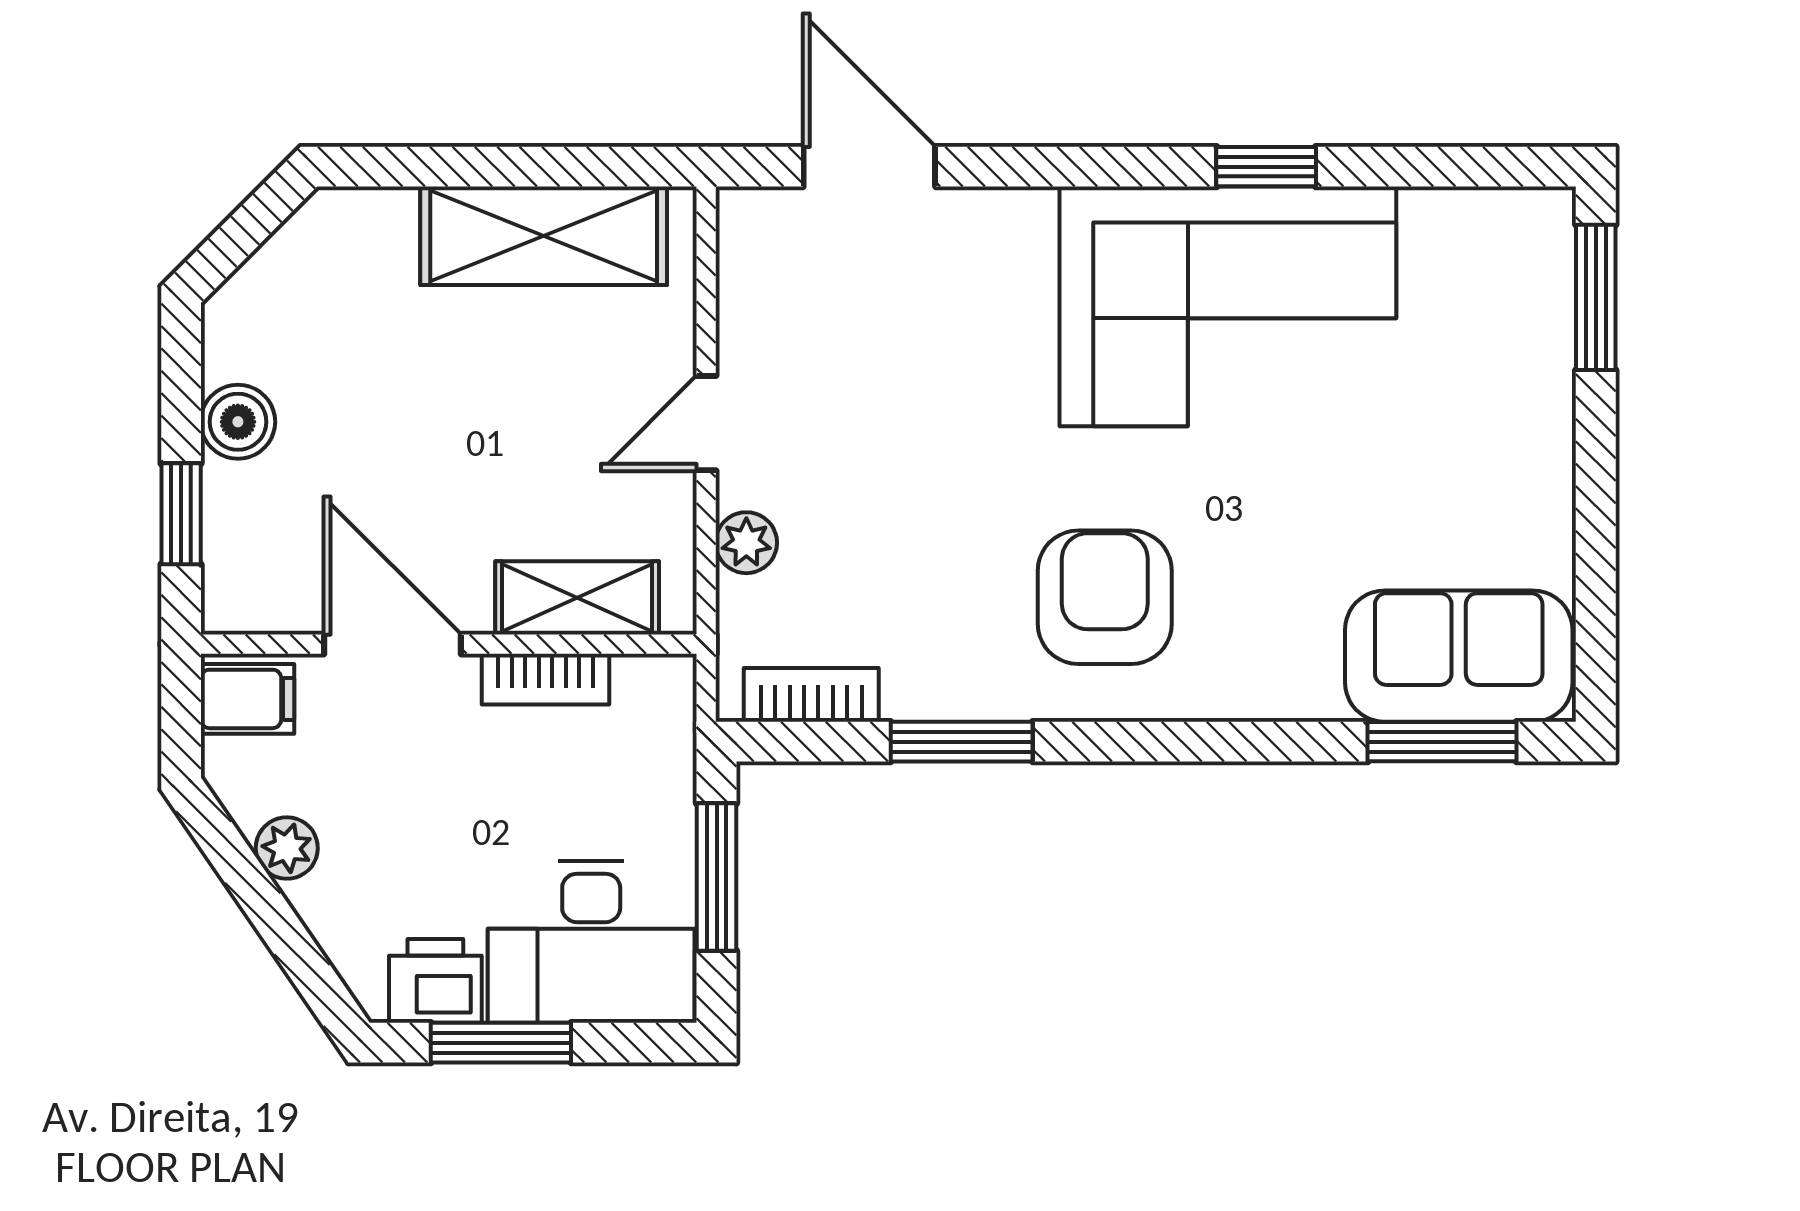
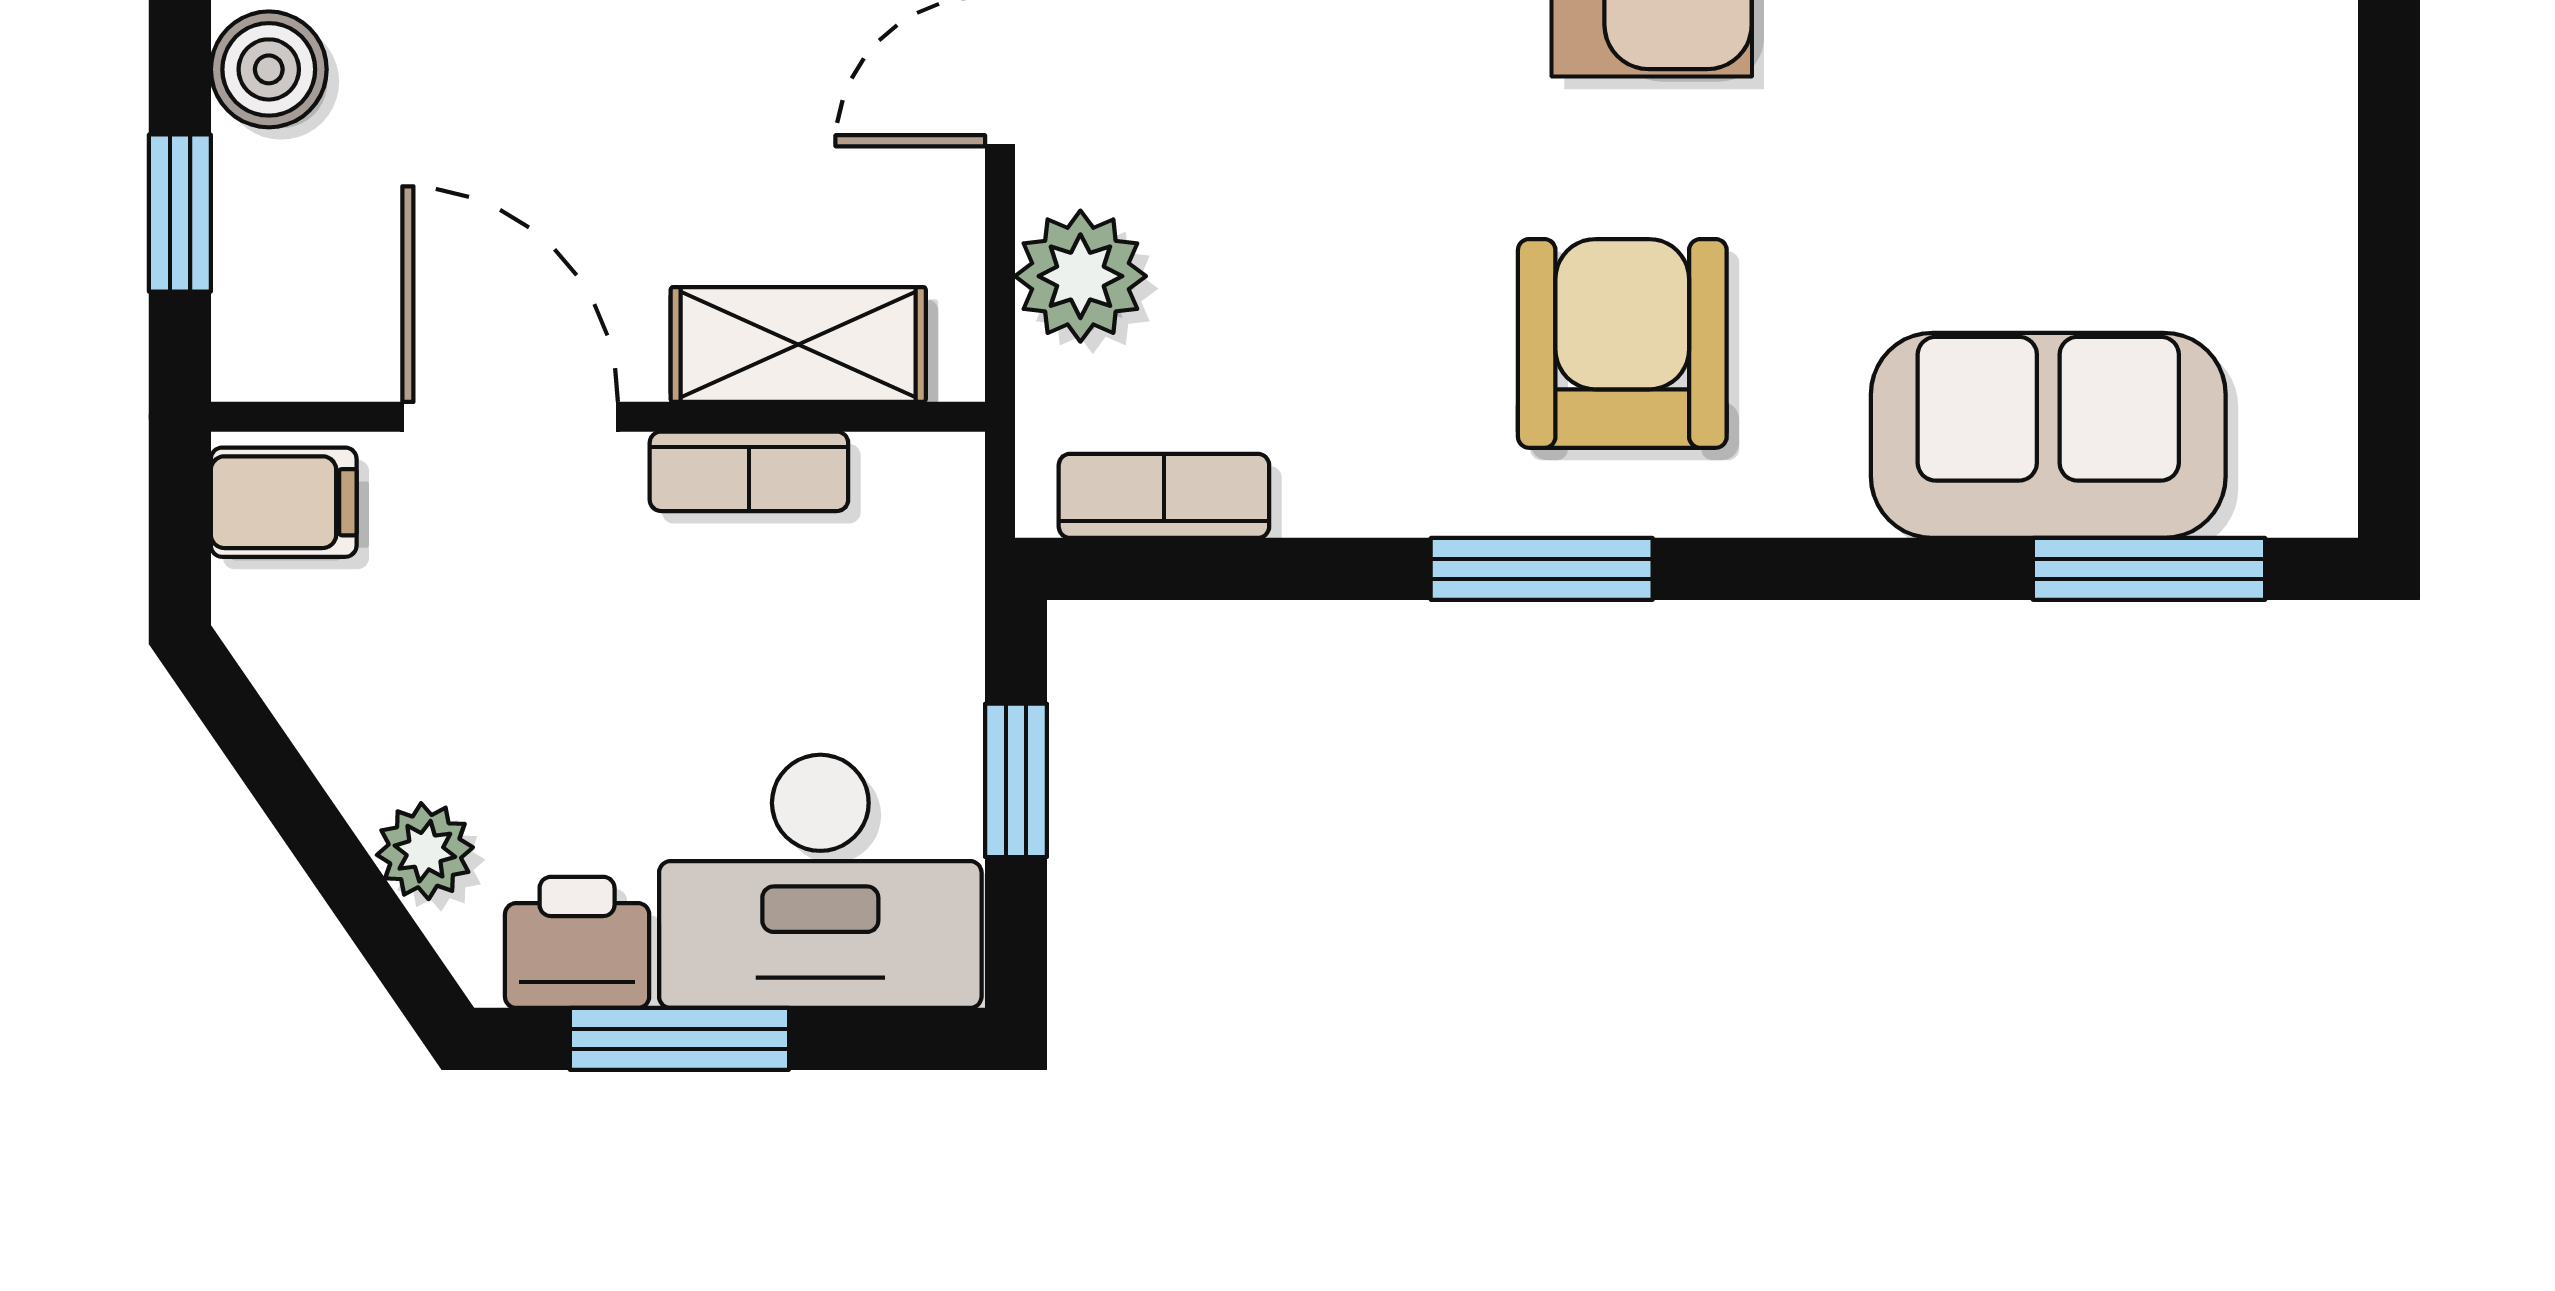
plant: (746, 543) -> (1080, 276), width x1.38, depth x1.38
sofa: (1459, 656) -> (2048, 435), moved
window: (962, 742) -> (1542, 569), moved
plant: (287, 848) -> (425, 851), moved
window: (717, 877) -> (1016, 780), width x0.67

